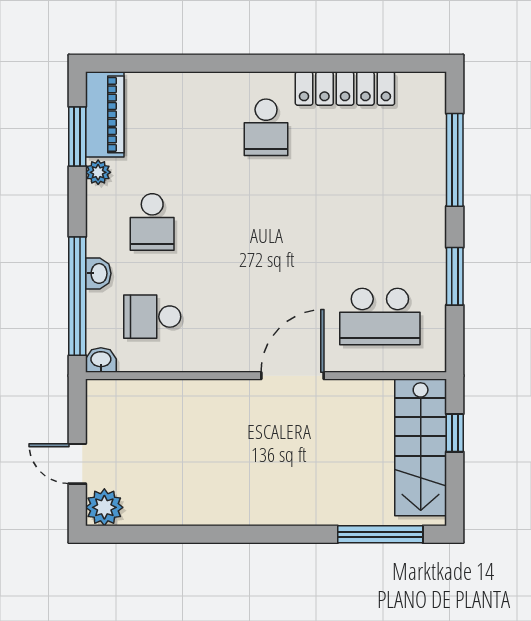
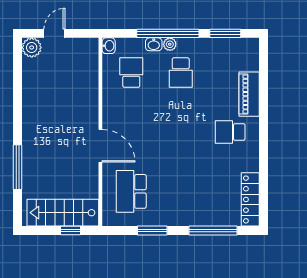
locker: (345, 89) -> (250, 199), moved
piano: (105, 114) -> (249, 94), moved, turned 90
plant: (98, 172) -> (170, 44), moved
school desk: (152, 222) -> (181, 73), turned -90
window: (77, 296) -> (168, 33), moved
window: (380, 534) -> (18, 167), moved

